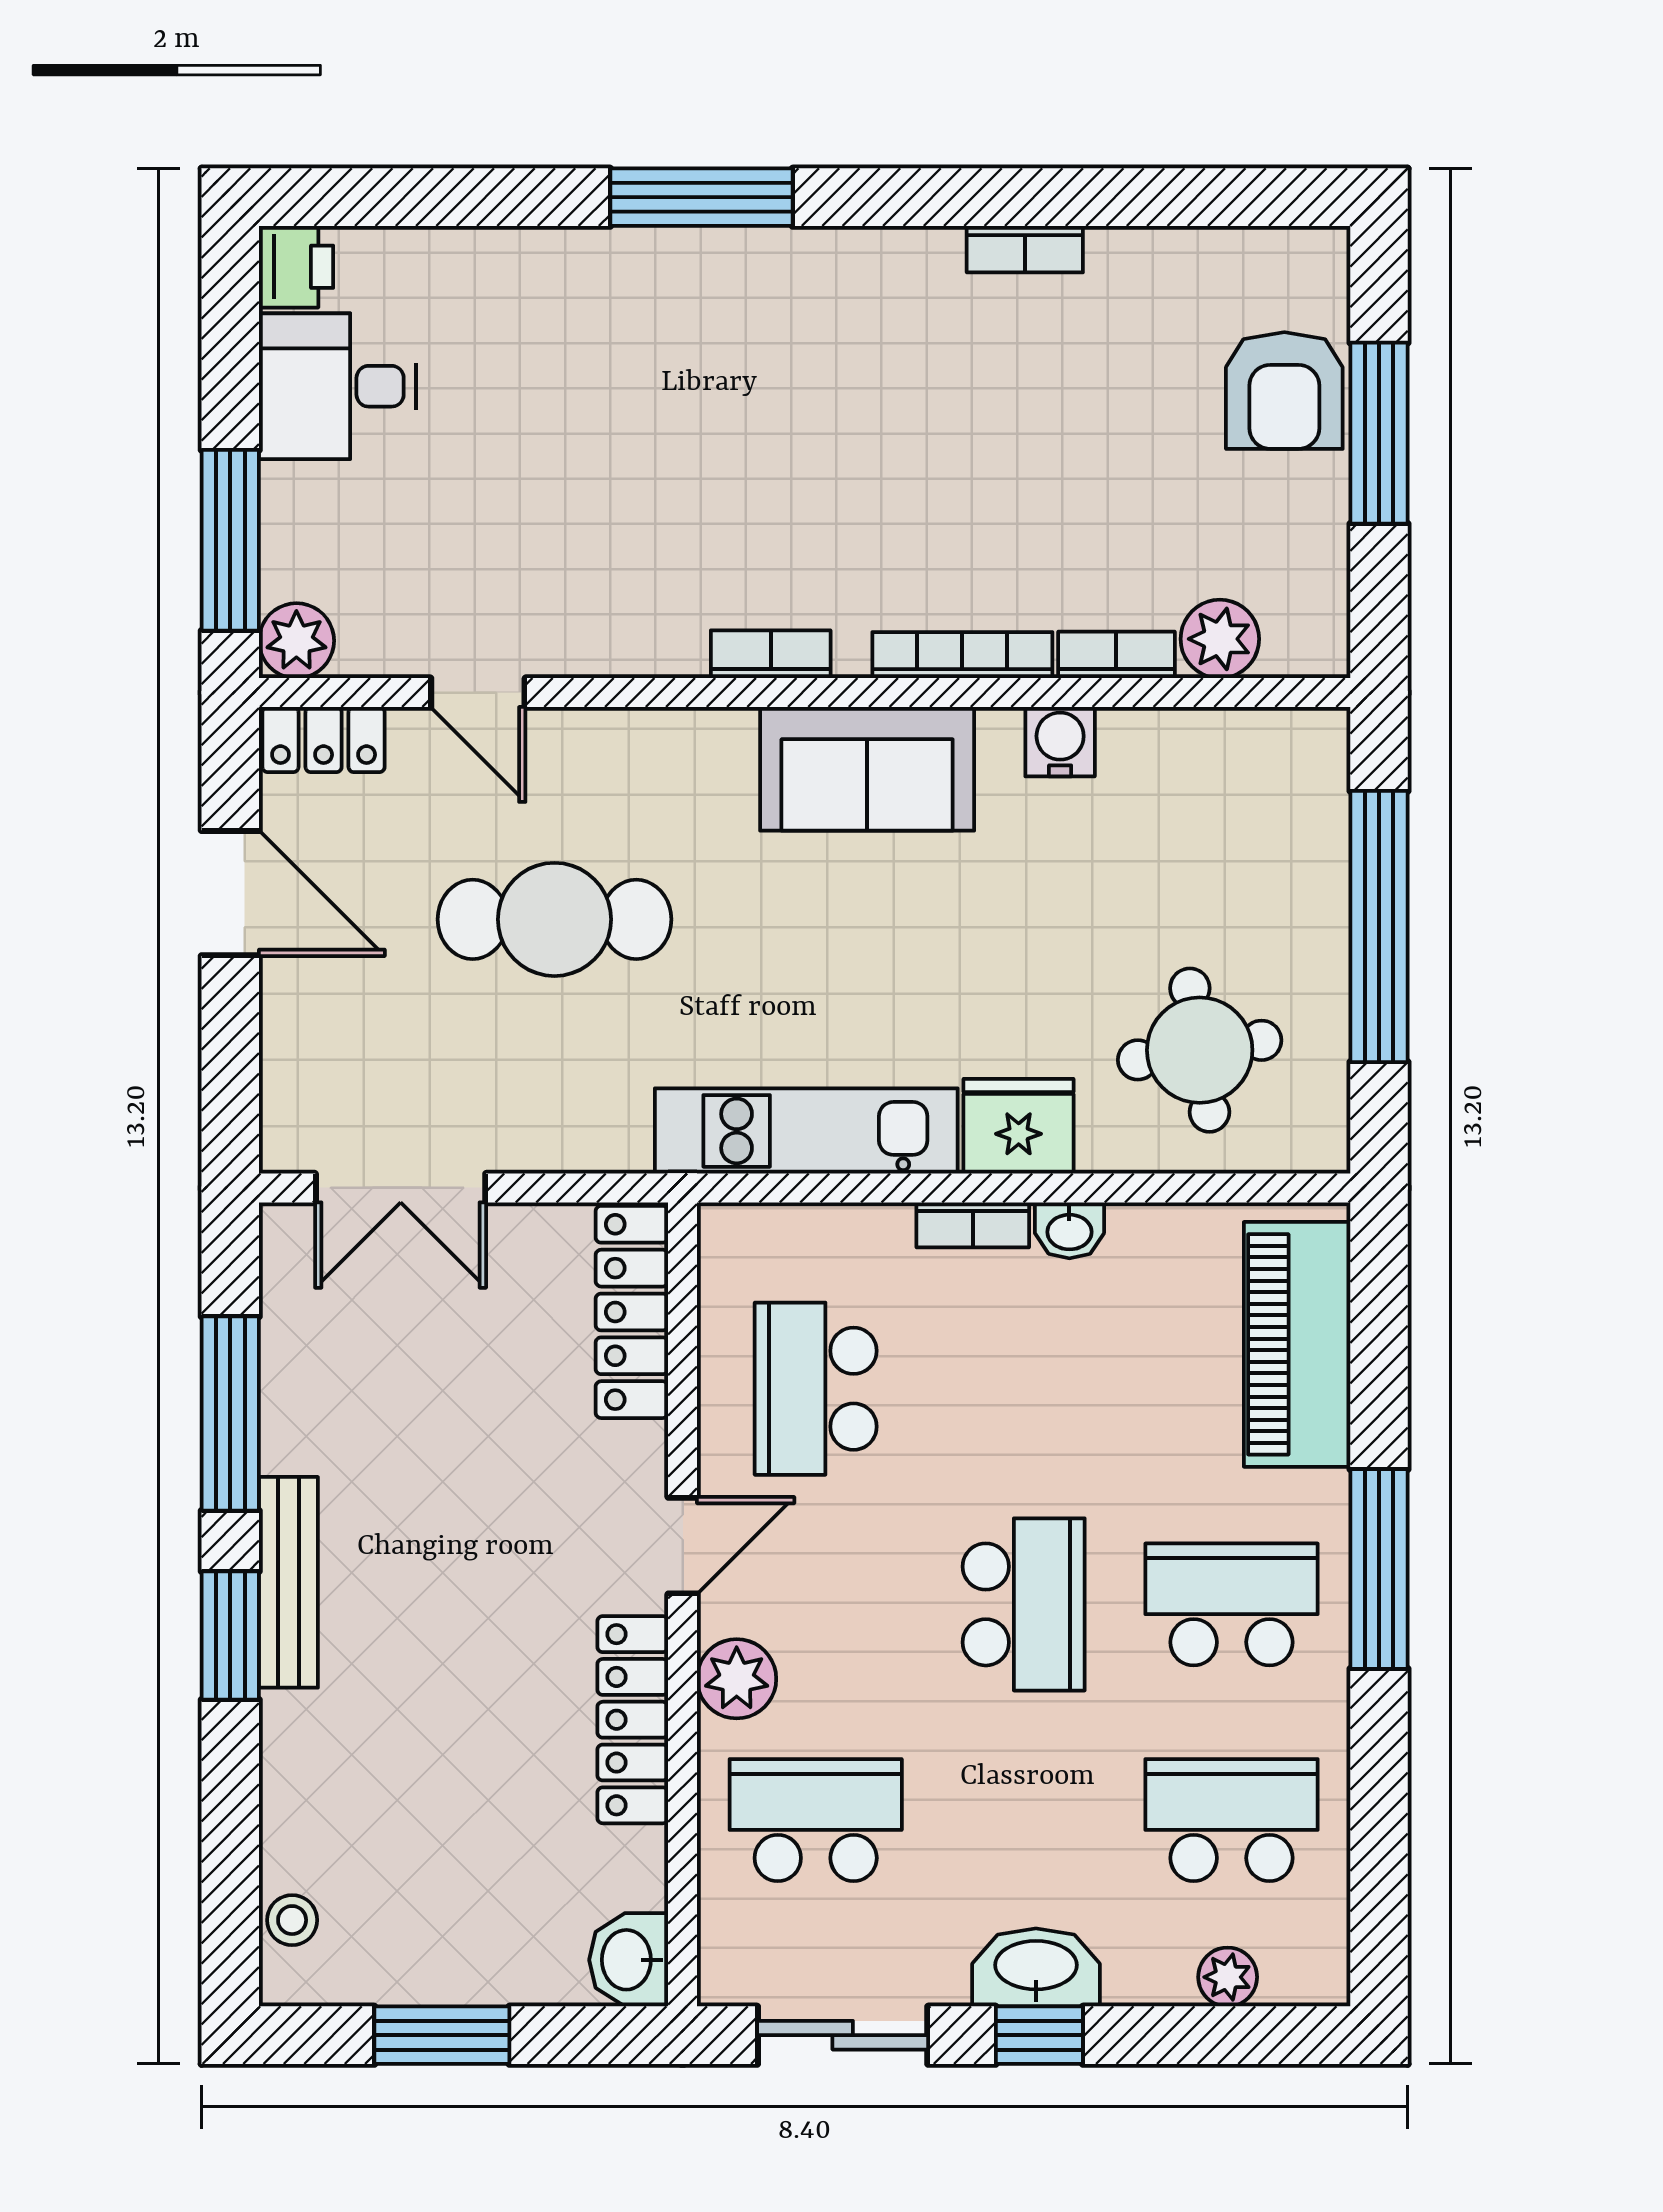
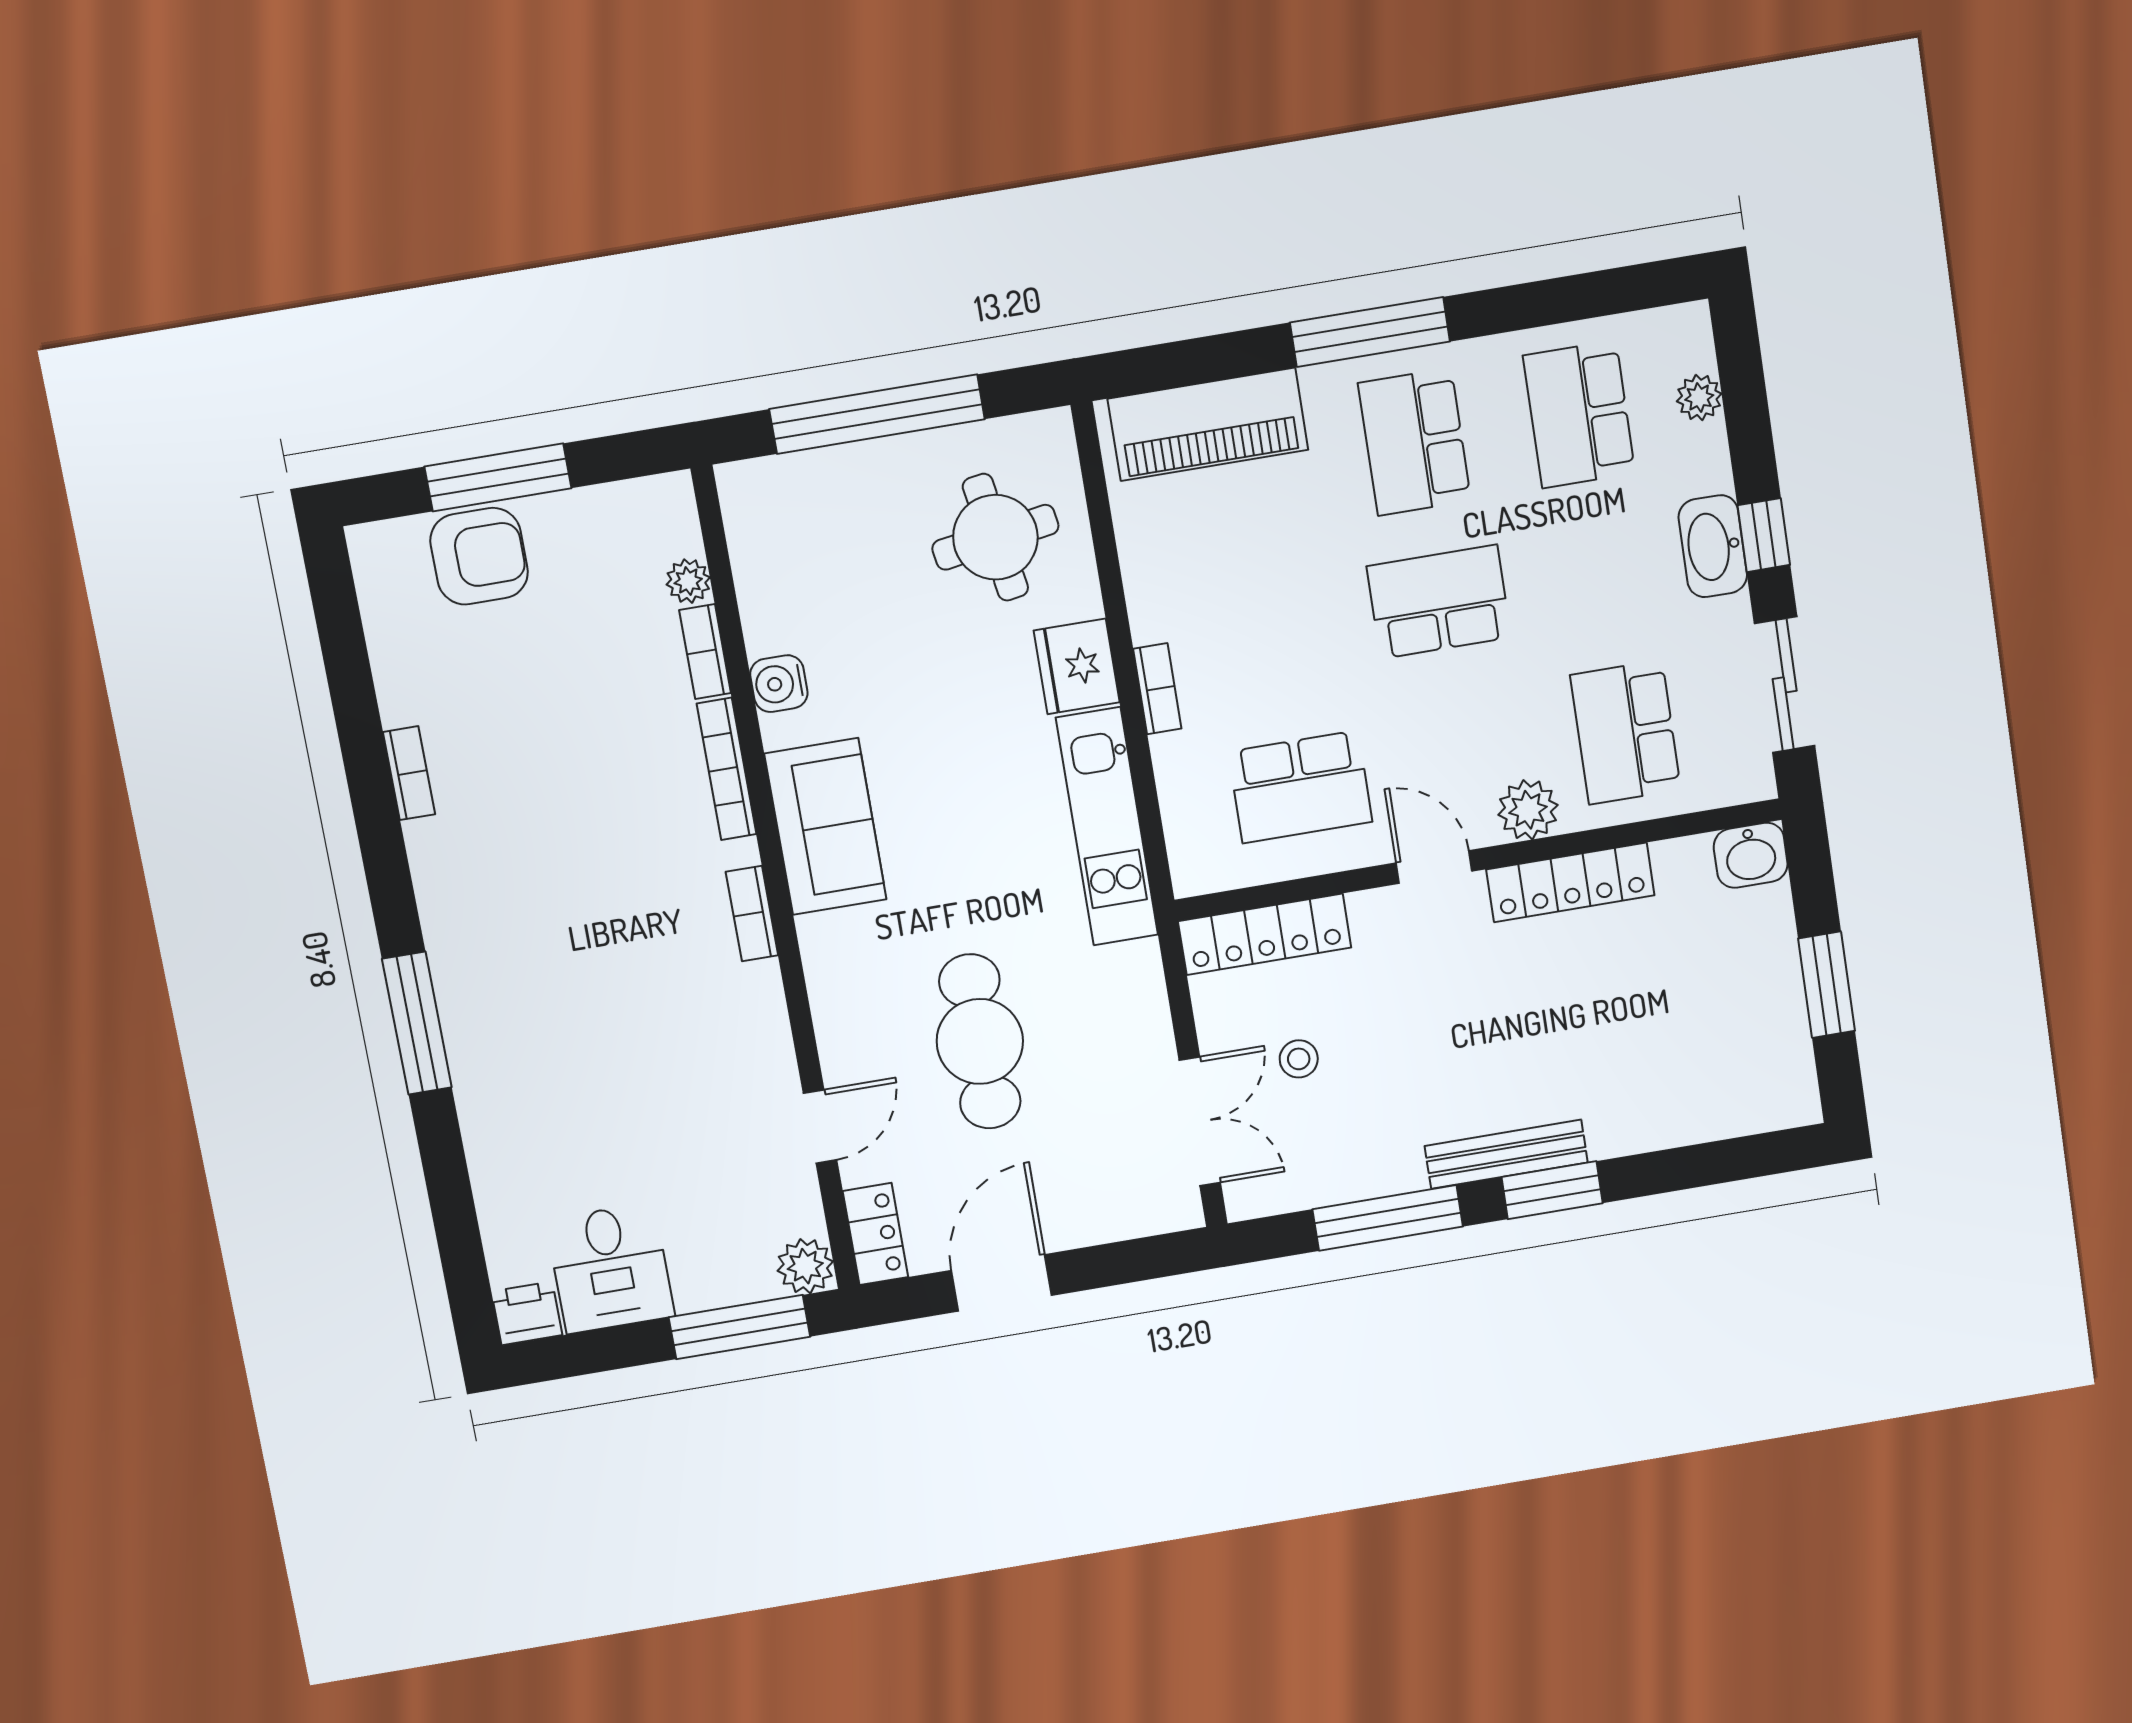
plant: (1220, 639) -> (688, 581), width x0.73, depth x0.73
washbasin: (1069, 1230) -> (1149, 614), removed
stool: (292, 1920) -> (1299, 1059), moved

